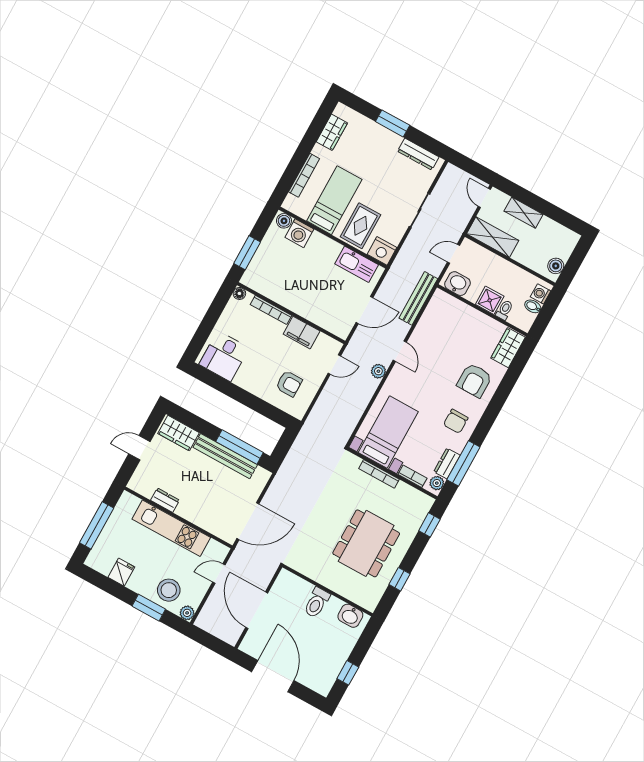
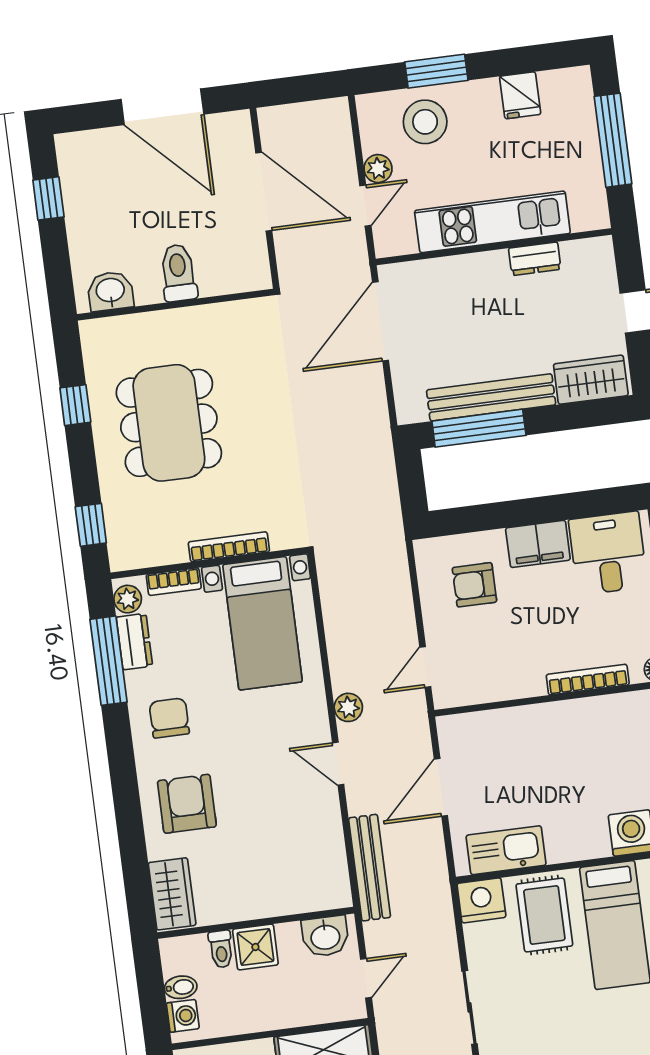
filing cabinet: (302, 333) -> (538, 544), moved, turned 180
plant: (187, 613) -> (378, 169), moved

